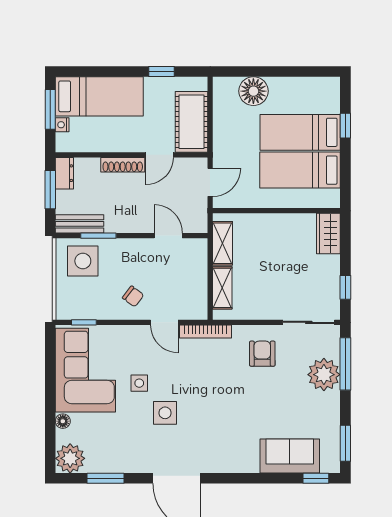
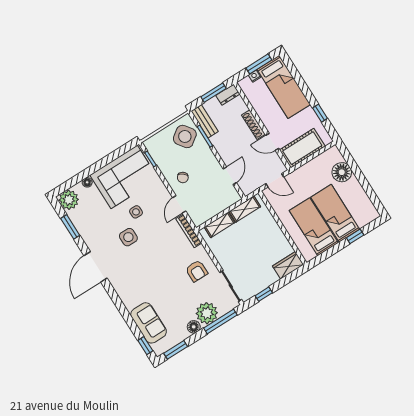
side table: (83, 261) -> (185, 136), turned -36
armchair: (262, 354) -> (197, 271), turned 90
floor lamp: (331, 402) -> (194, 327), added

